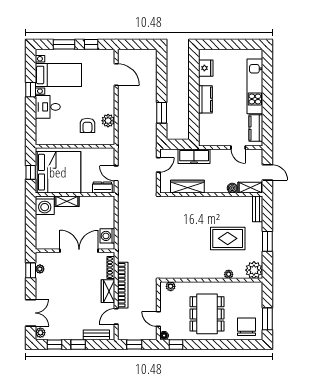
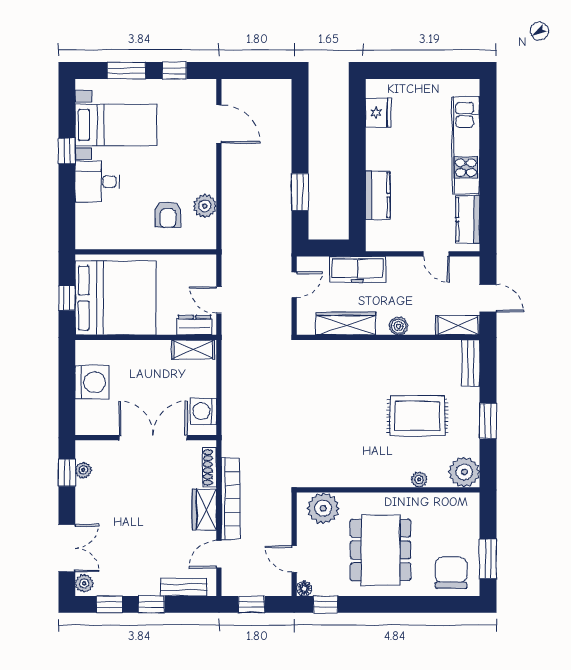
kitchen counter: (205, 99) -> (378, 195), moved
boiler: (232, 188) -> (399, 326), moved
shelving: (67, 201) -> (193, 350), moved
washing machine: (45, 205) -> (92, 382), moved, turned -90
plant: (171, 286) -> (323, 508), width x1.87, depth x1.87

